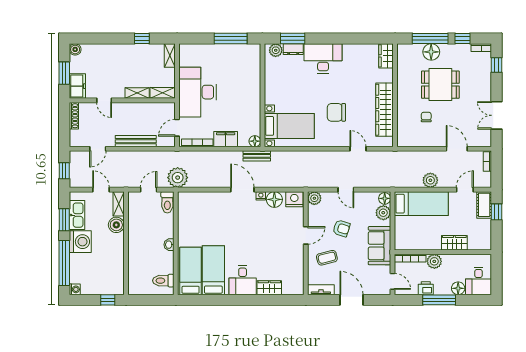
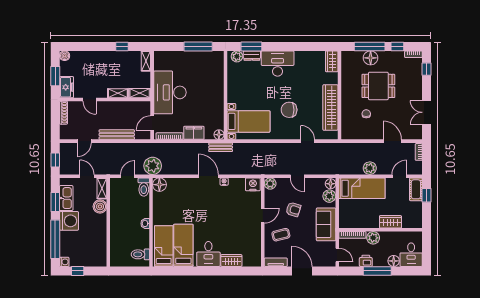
floor lamp: (274, 199) -> (159, 185), moved
window: (108, 300) -> (78, 271), moved

